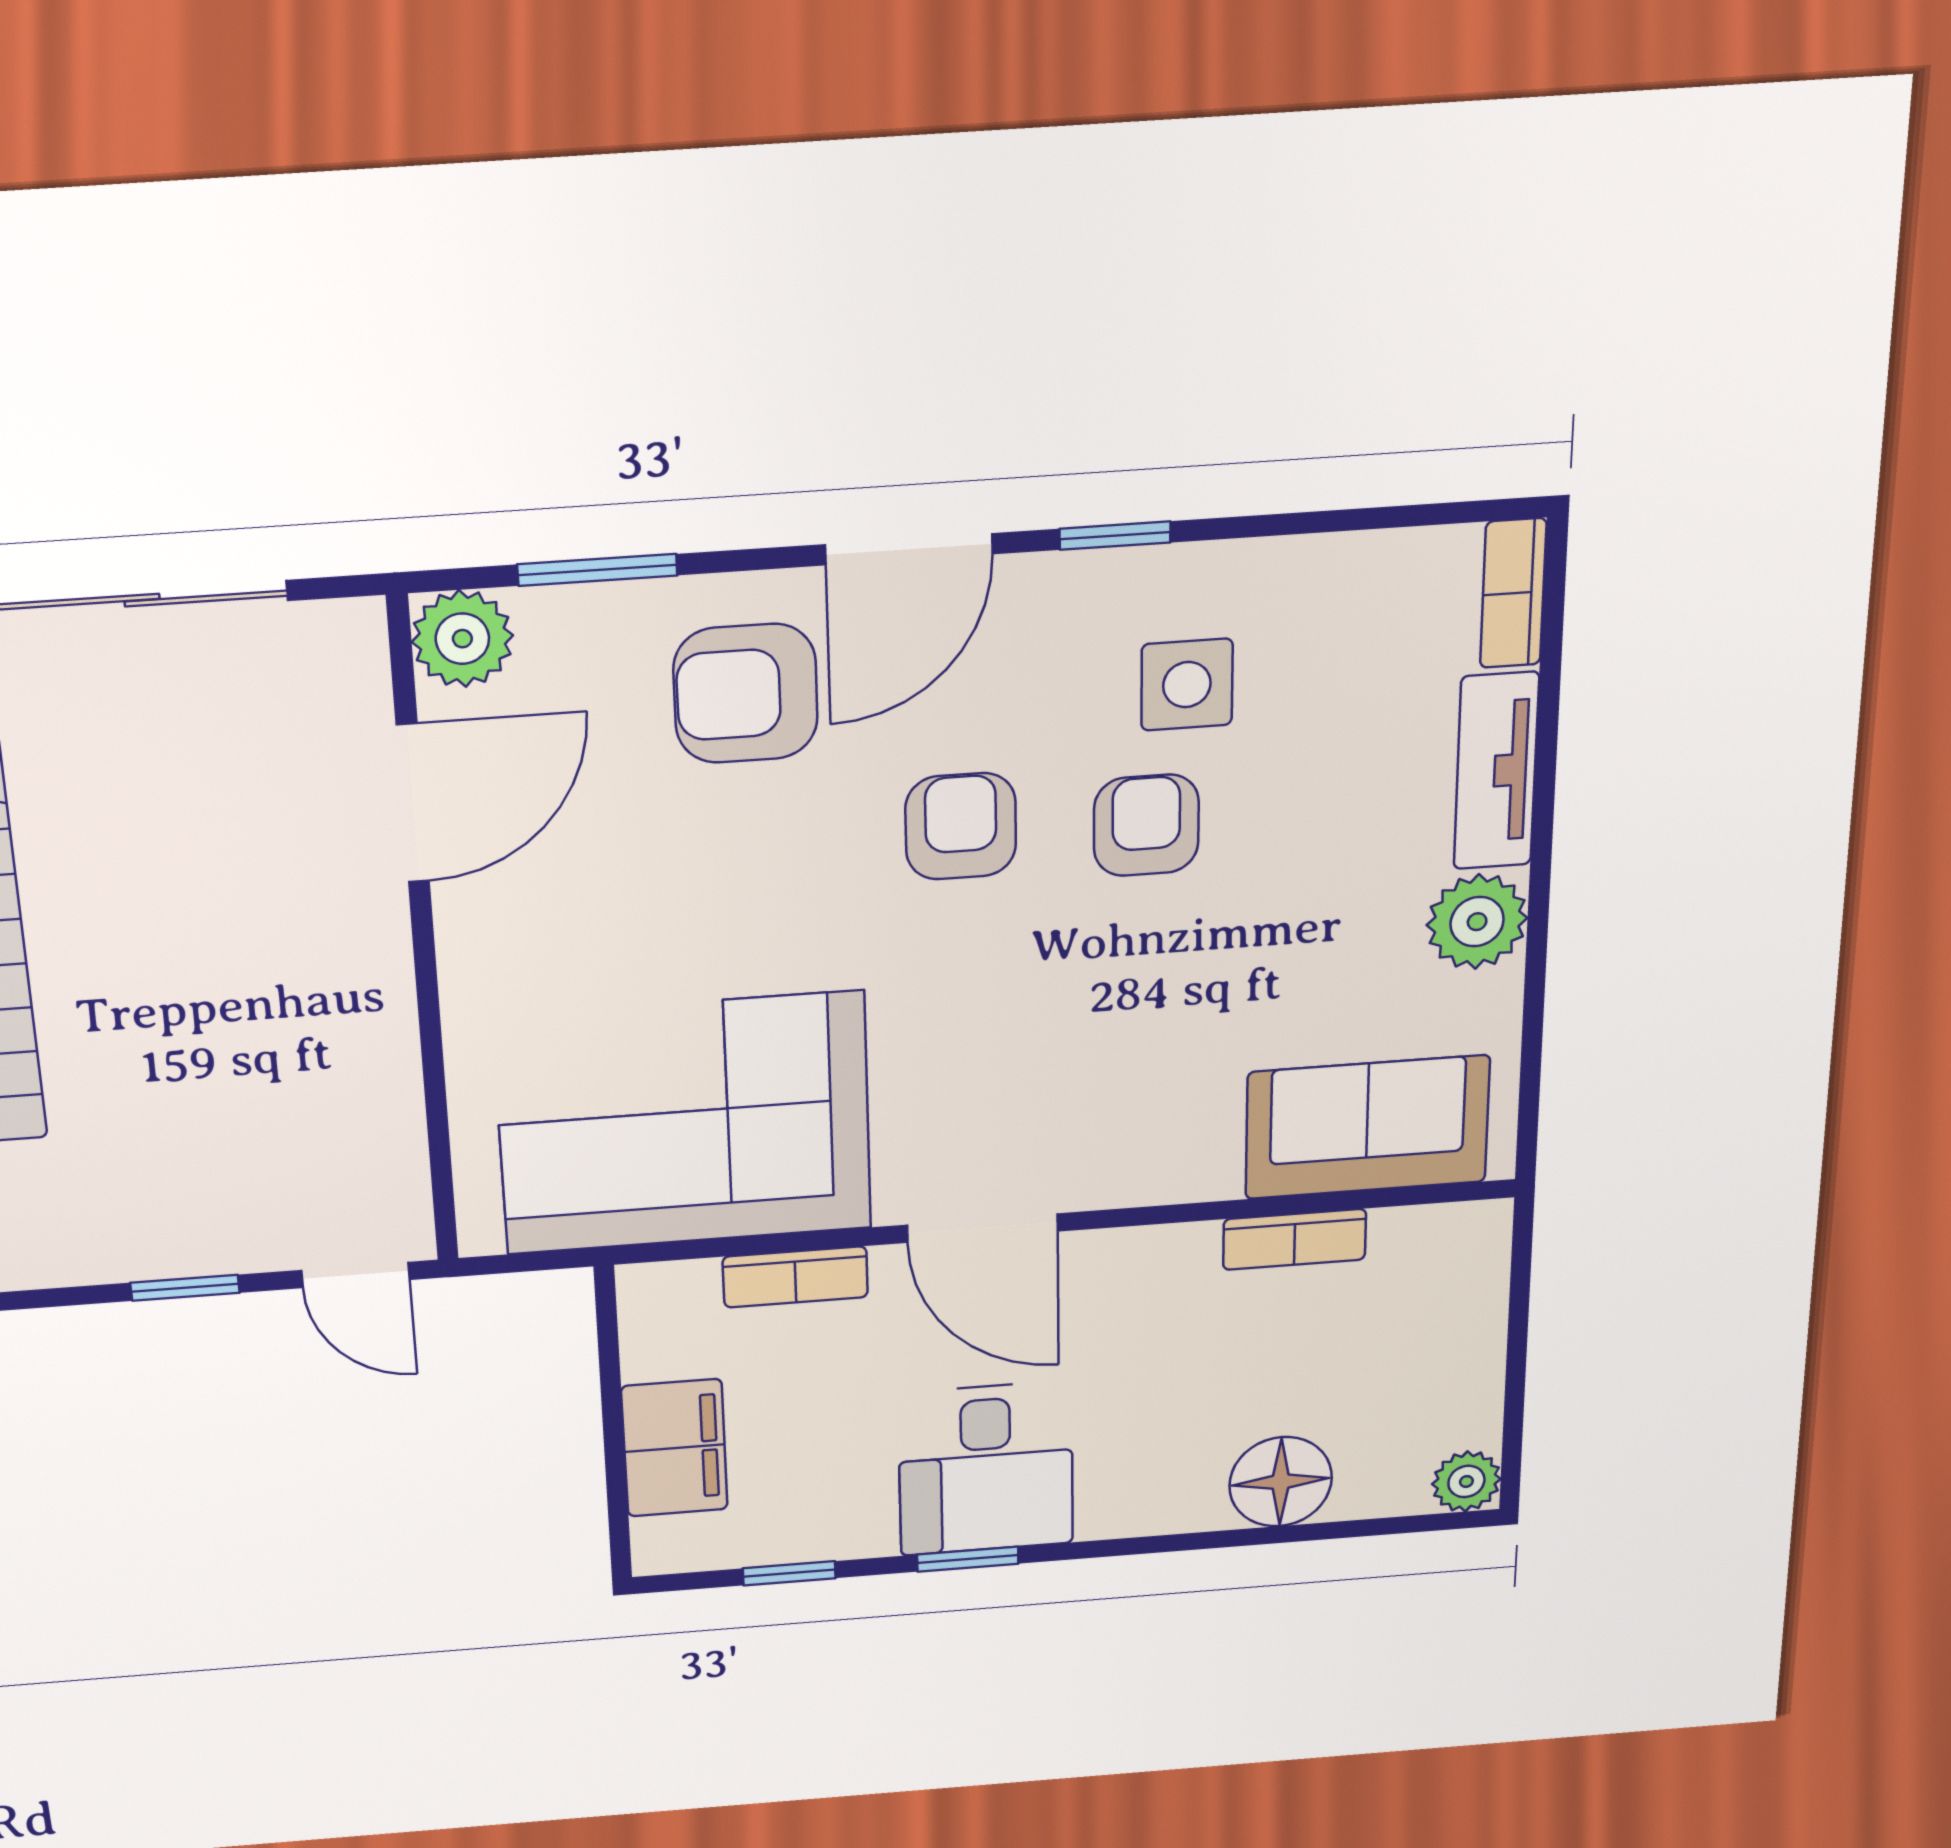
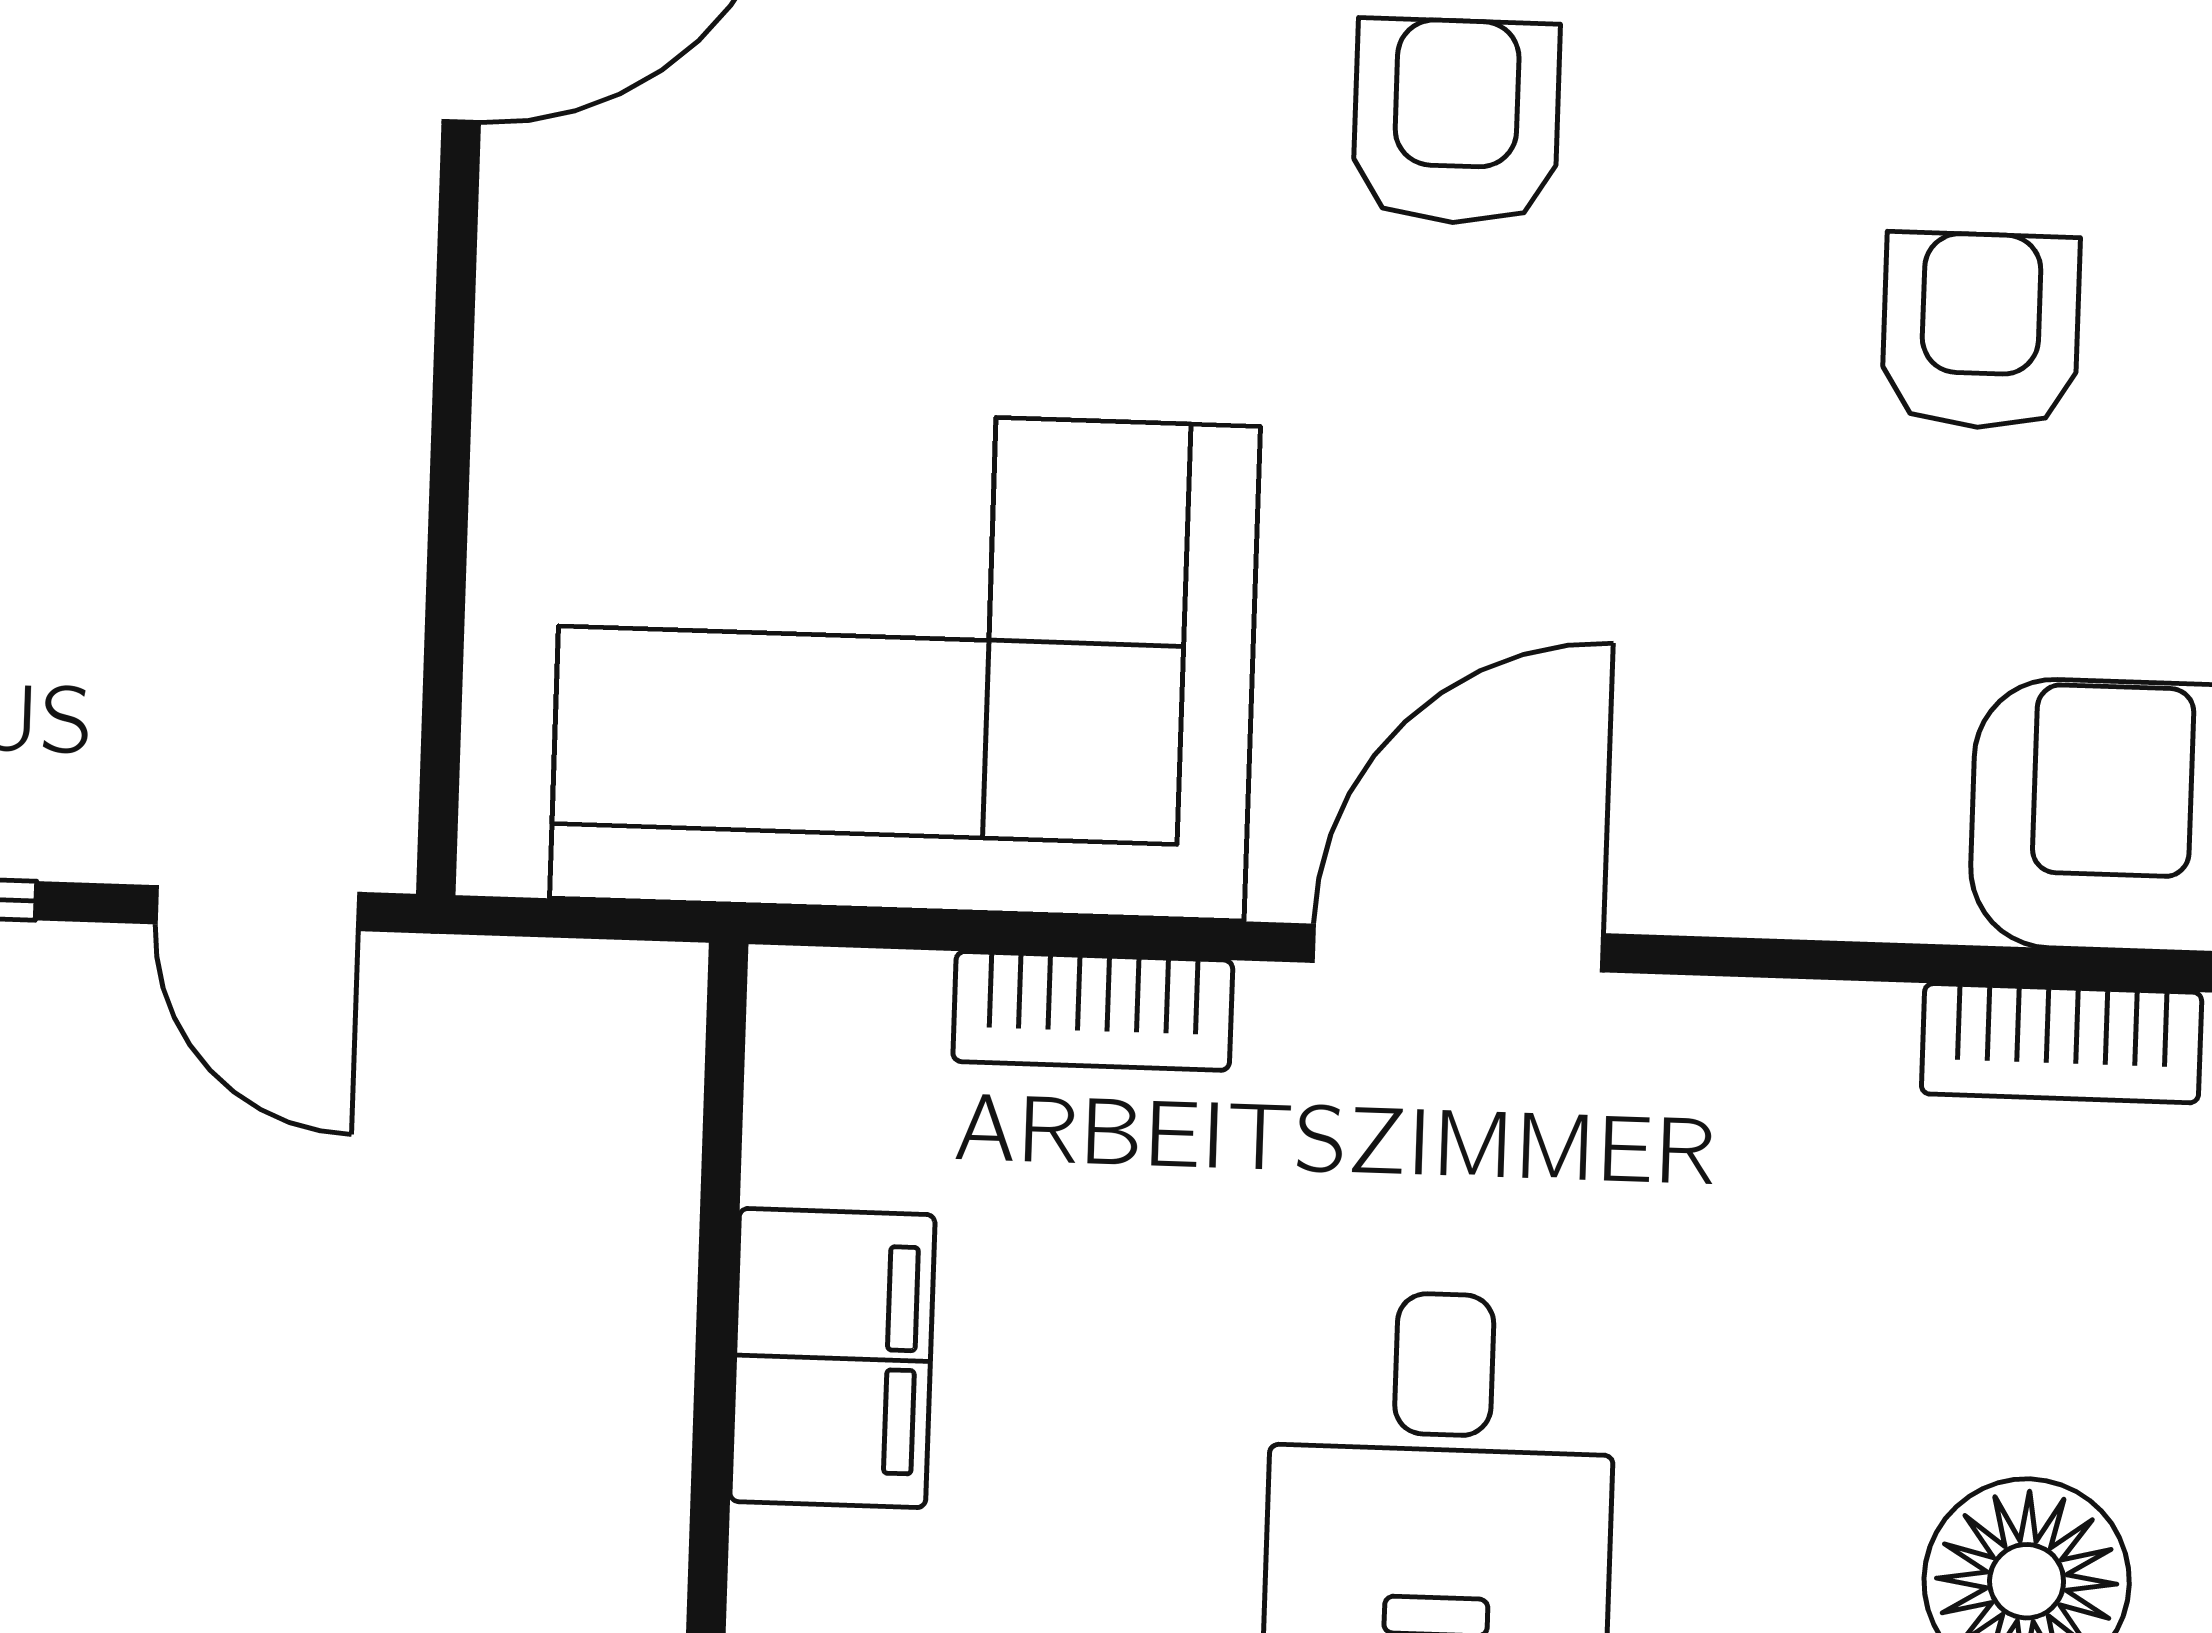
armchair: (1146, 825) -> (1981, 331), moved
door: (982, 1228) -> (1458, 948), swing flipped

